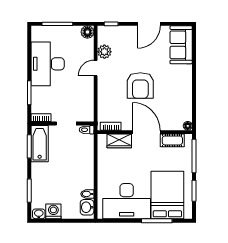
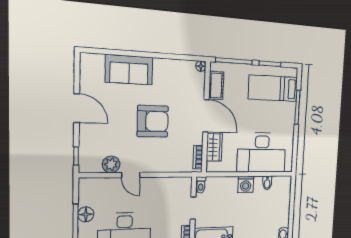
floor lamp: (87, 32) -> (86, 214), moved
sofa: (181, 45) -> (129, 70), moved
door: (146, 132) -> (206, 116), swing flipped
bed: (167, 195) -> (273, 88), width x0.67
desk: (127, 201) -> (262, 152), moved, turned 90
washbasin: (87, 207) -> (280, 183), removed
washing machine: (53, 211) -> (246, 184), moved, turned -90

